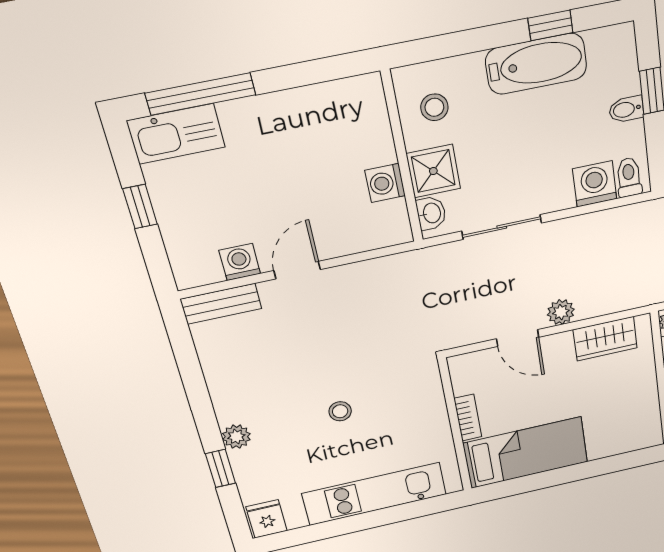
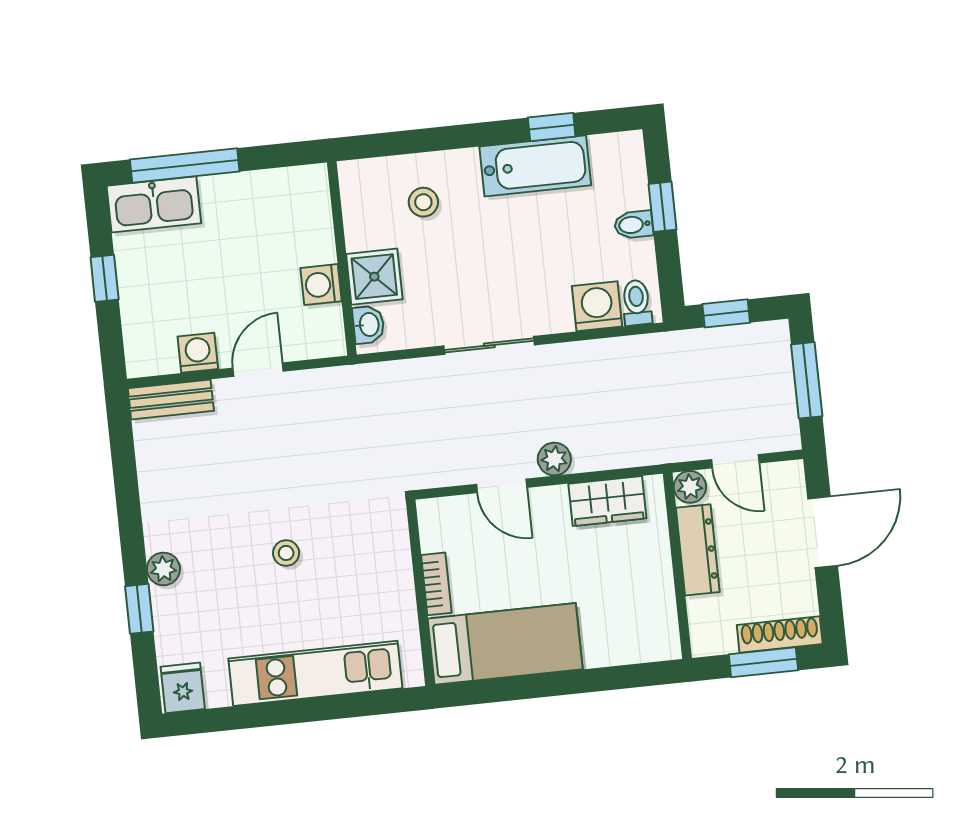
wall: (402, 158) -> (342, 258), moved
shower: (433, 171) -> (374, 277), moved
washing machine: (385, 183) -> (321, 285), moved
washbasin: (431, 213) -> (368, 325), moved

